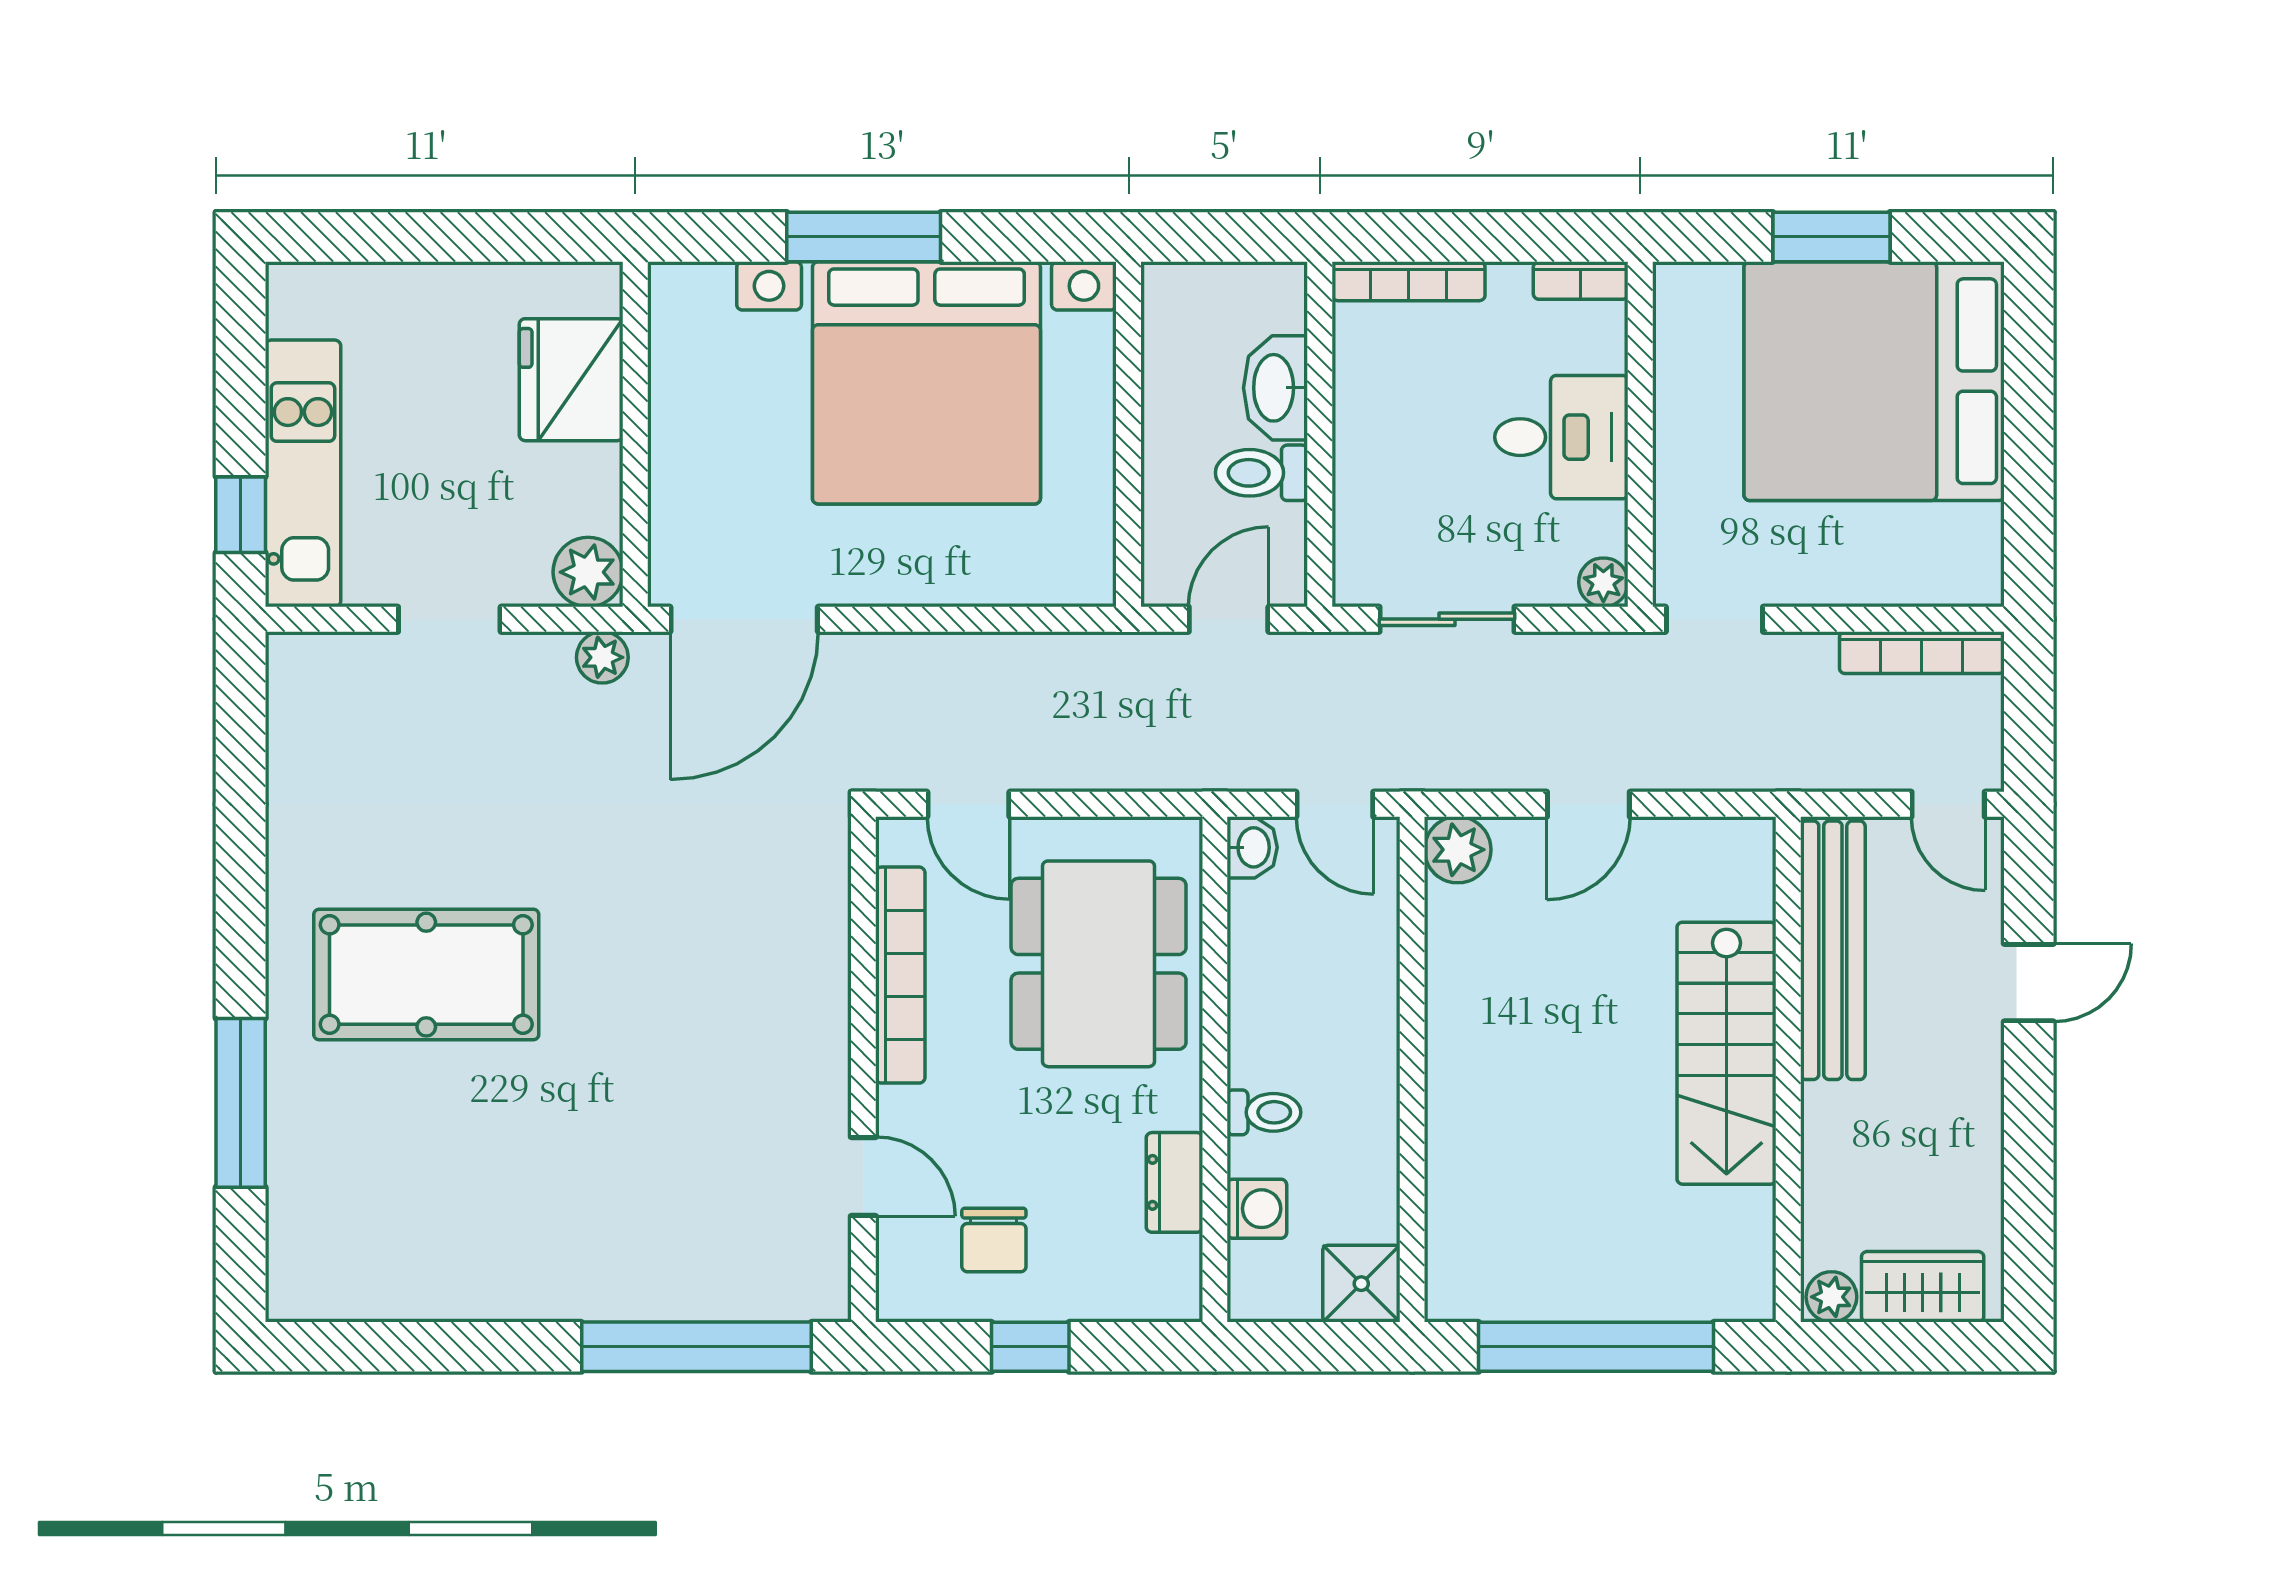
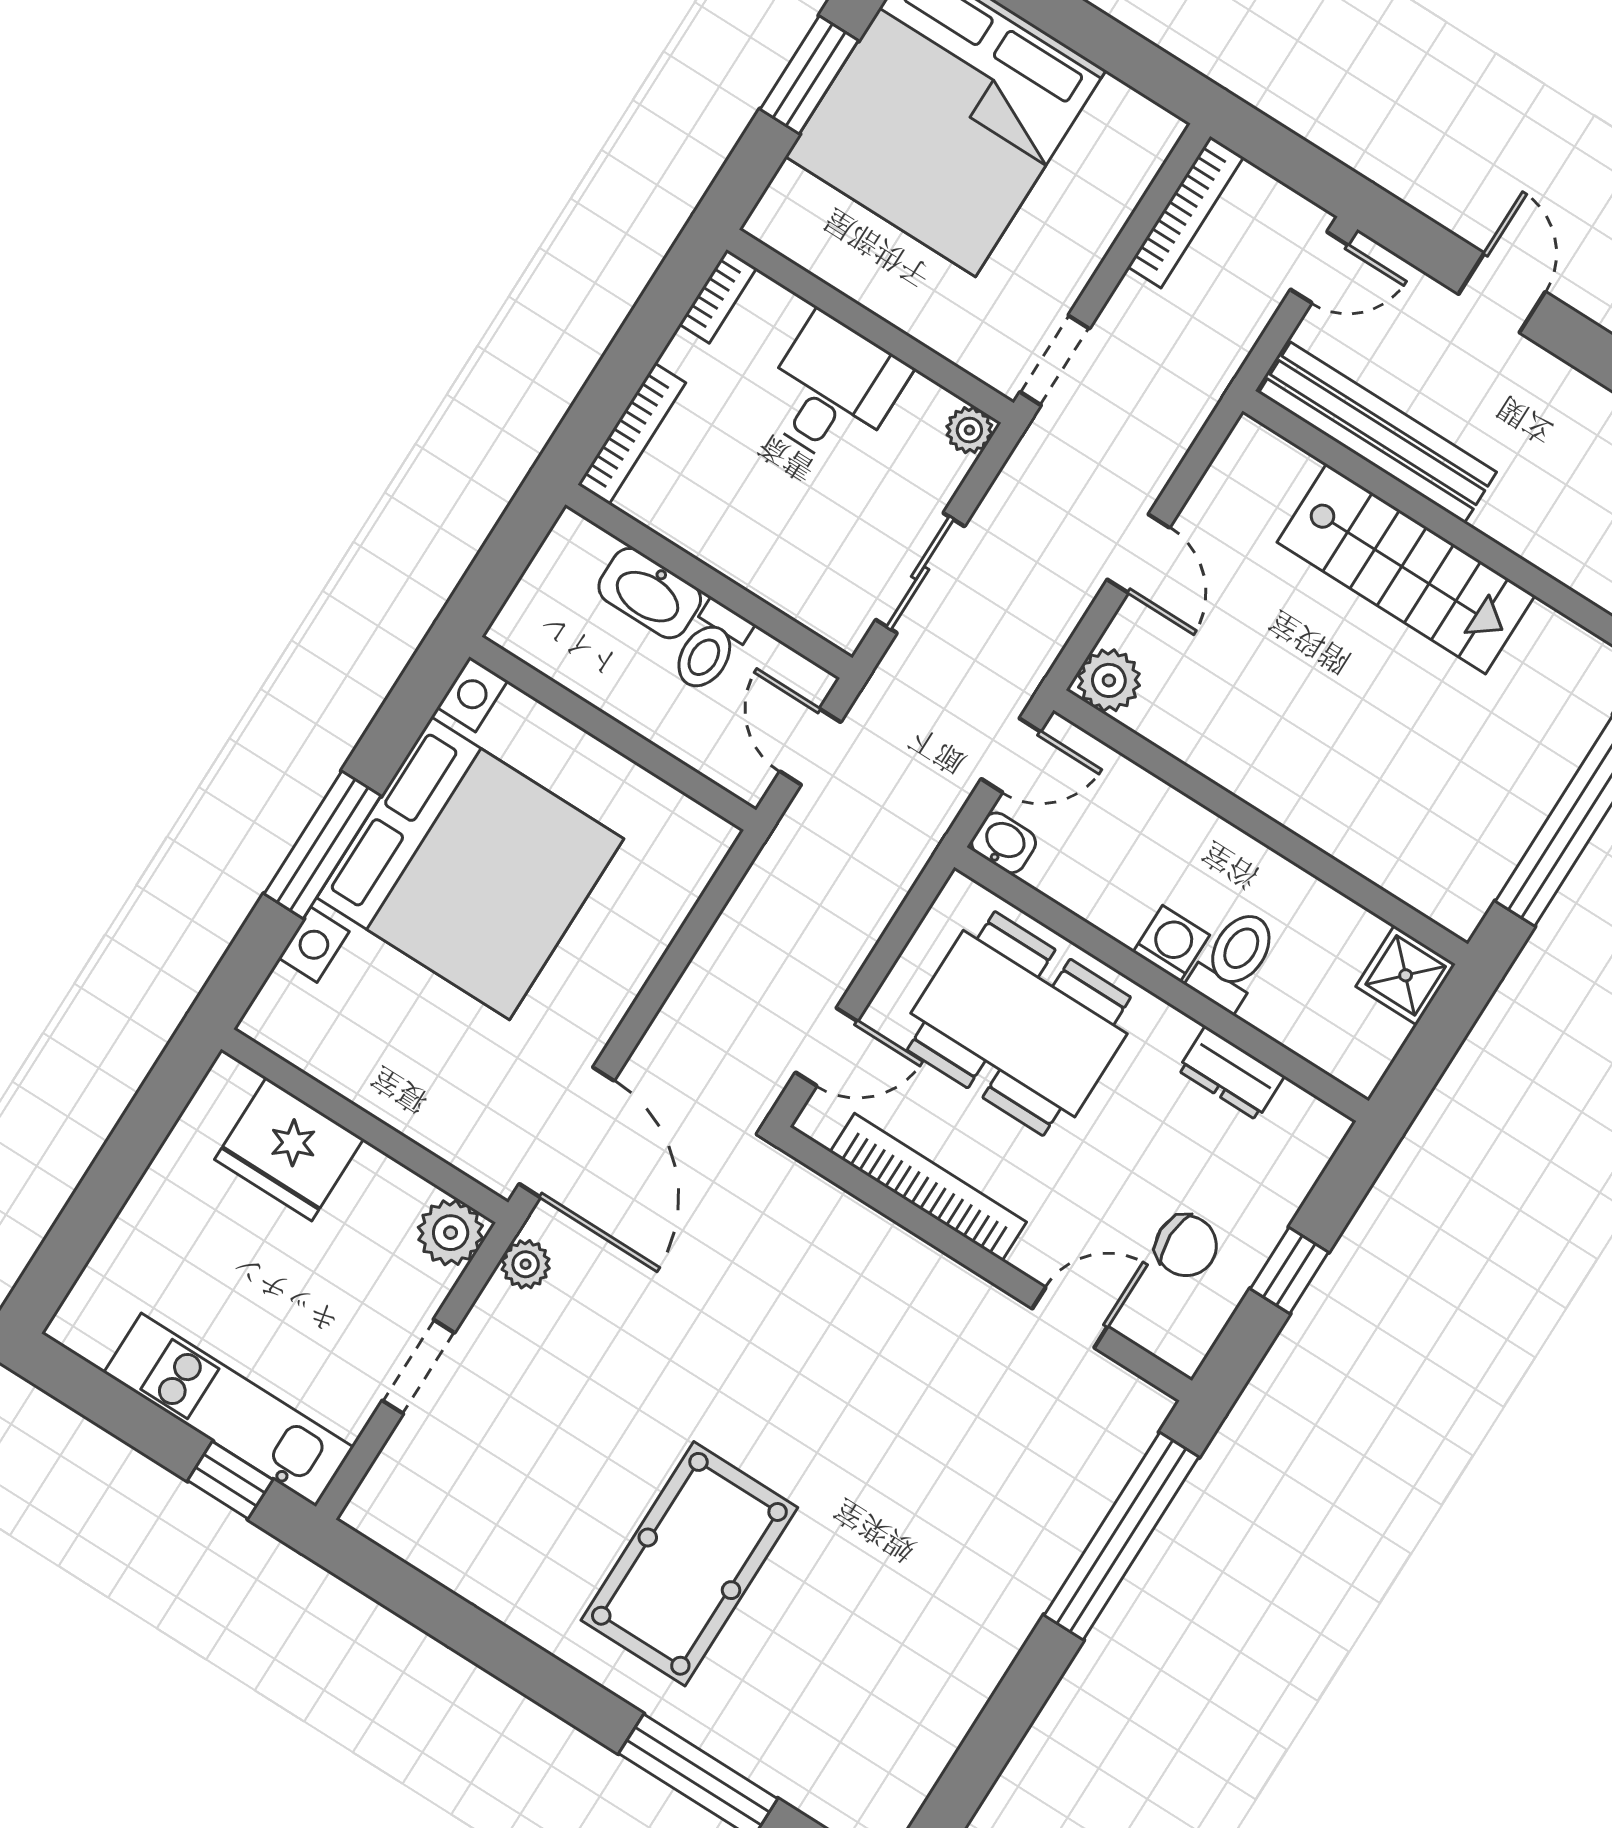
toilet: (1264, 1112) -> (1234, 960), width x1.37, depth x1.39
washing machine: (1257, 1209) -> (1171, 944), moved

